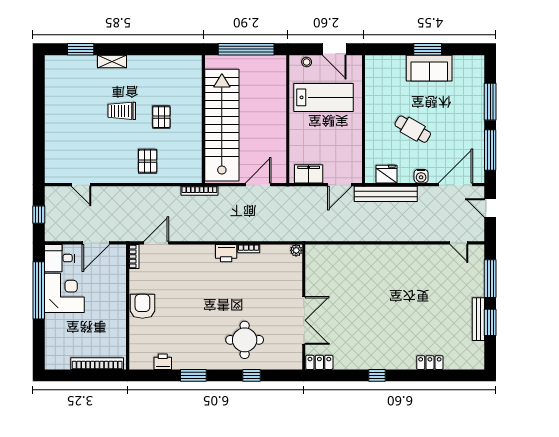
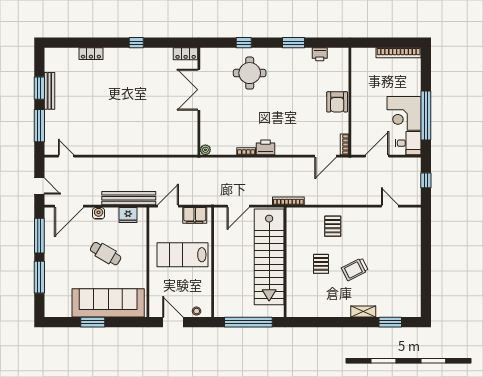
sofa: (429, 68) -> (108, 303), width x1.85, depth x1.27
lab bench: (324, 97) -> (183, 255), moved
trolley: (122, 111) -> (355, 269), turned 153
bookcase: (97, 364) -> (399, 53), moved

